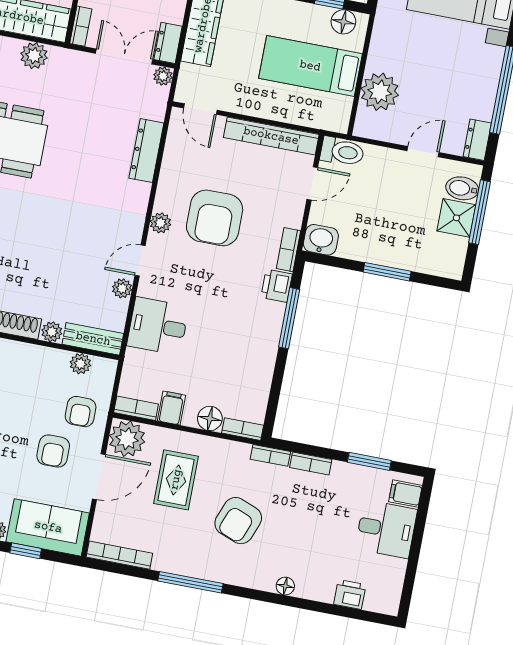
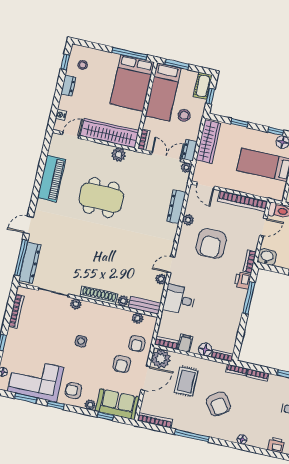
plant: (160, 223) -> (188, 220), moved
armchair: (238, 521) -> (218, 404), turned -56

